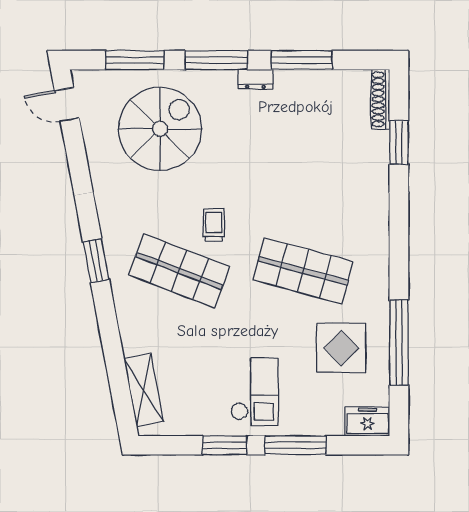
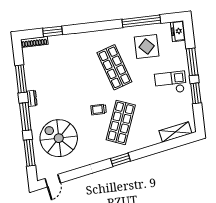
shop shelf: (303, 271) -> (114, 67), turned -33

